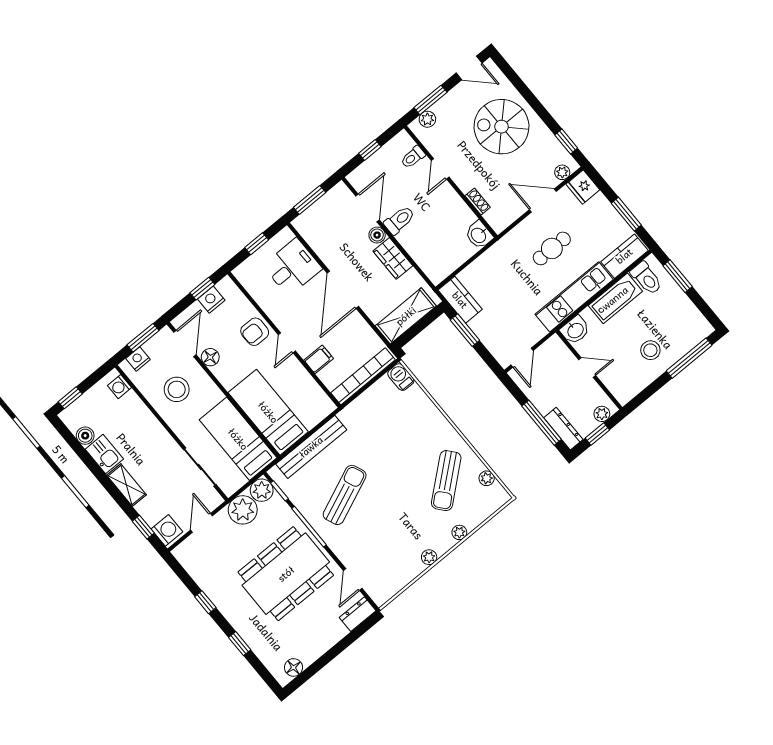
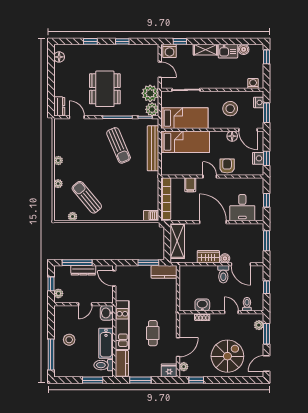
washbasin: (479, 235) -> (202, 305), moved
dresser: (563, 429) -> (83, 270), moved
dining table: (286, 574) -> (105, 89), width x0.73, depth x0.80

